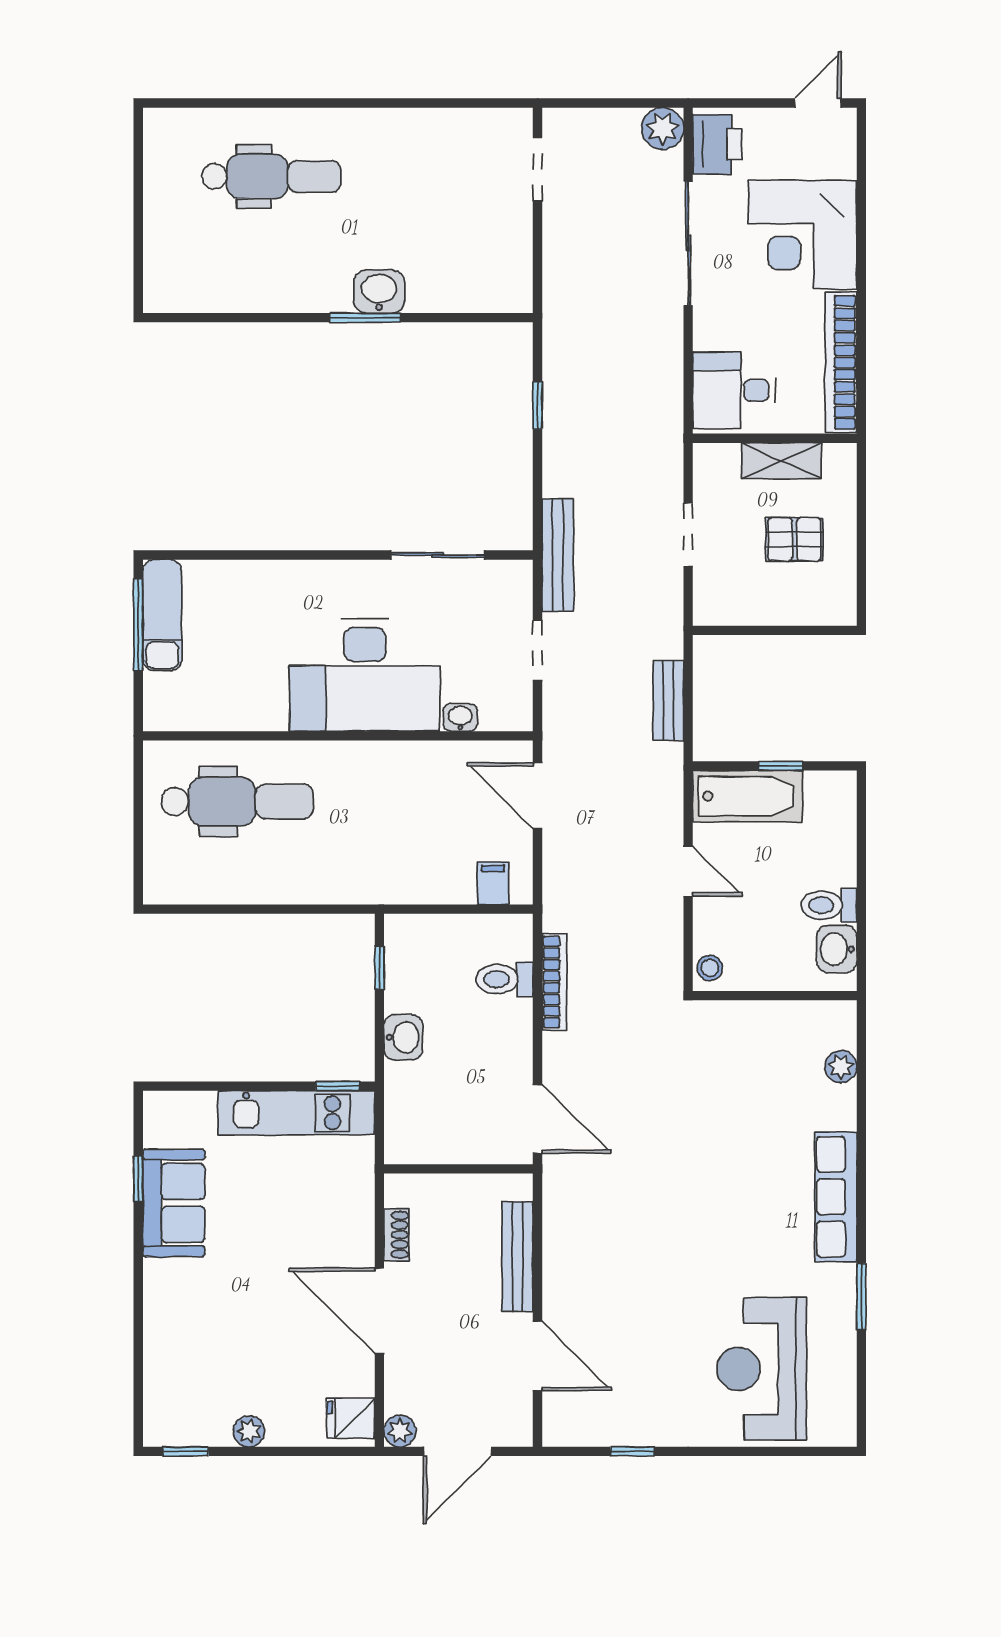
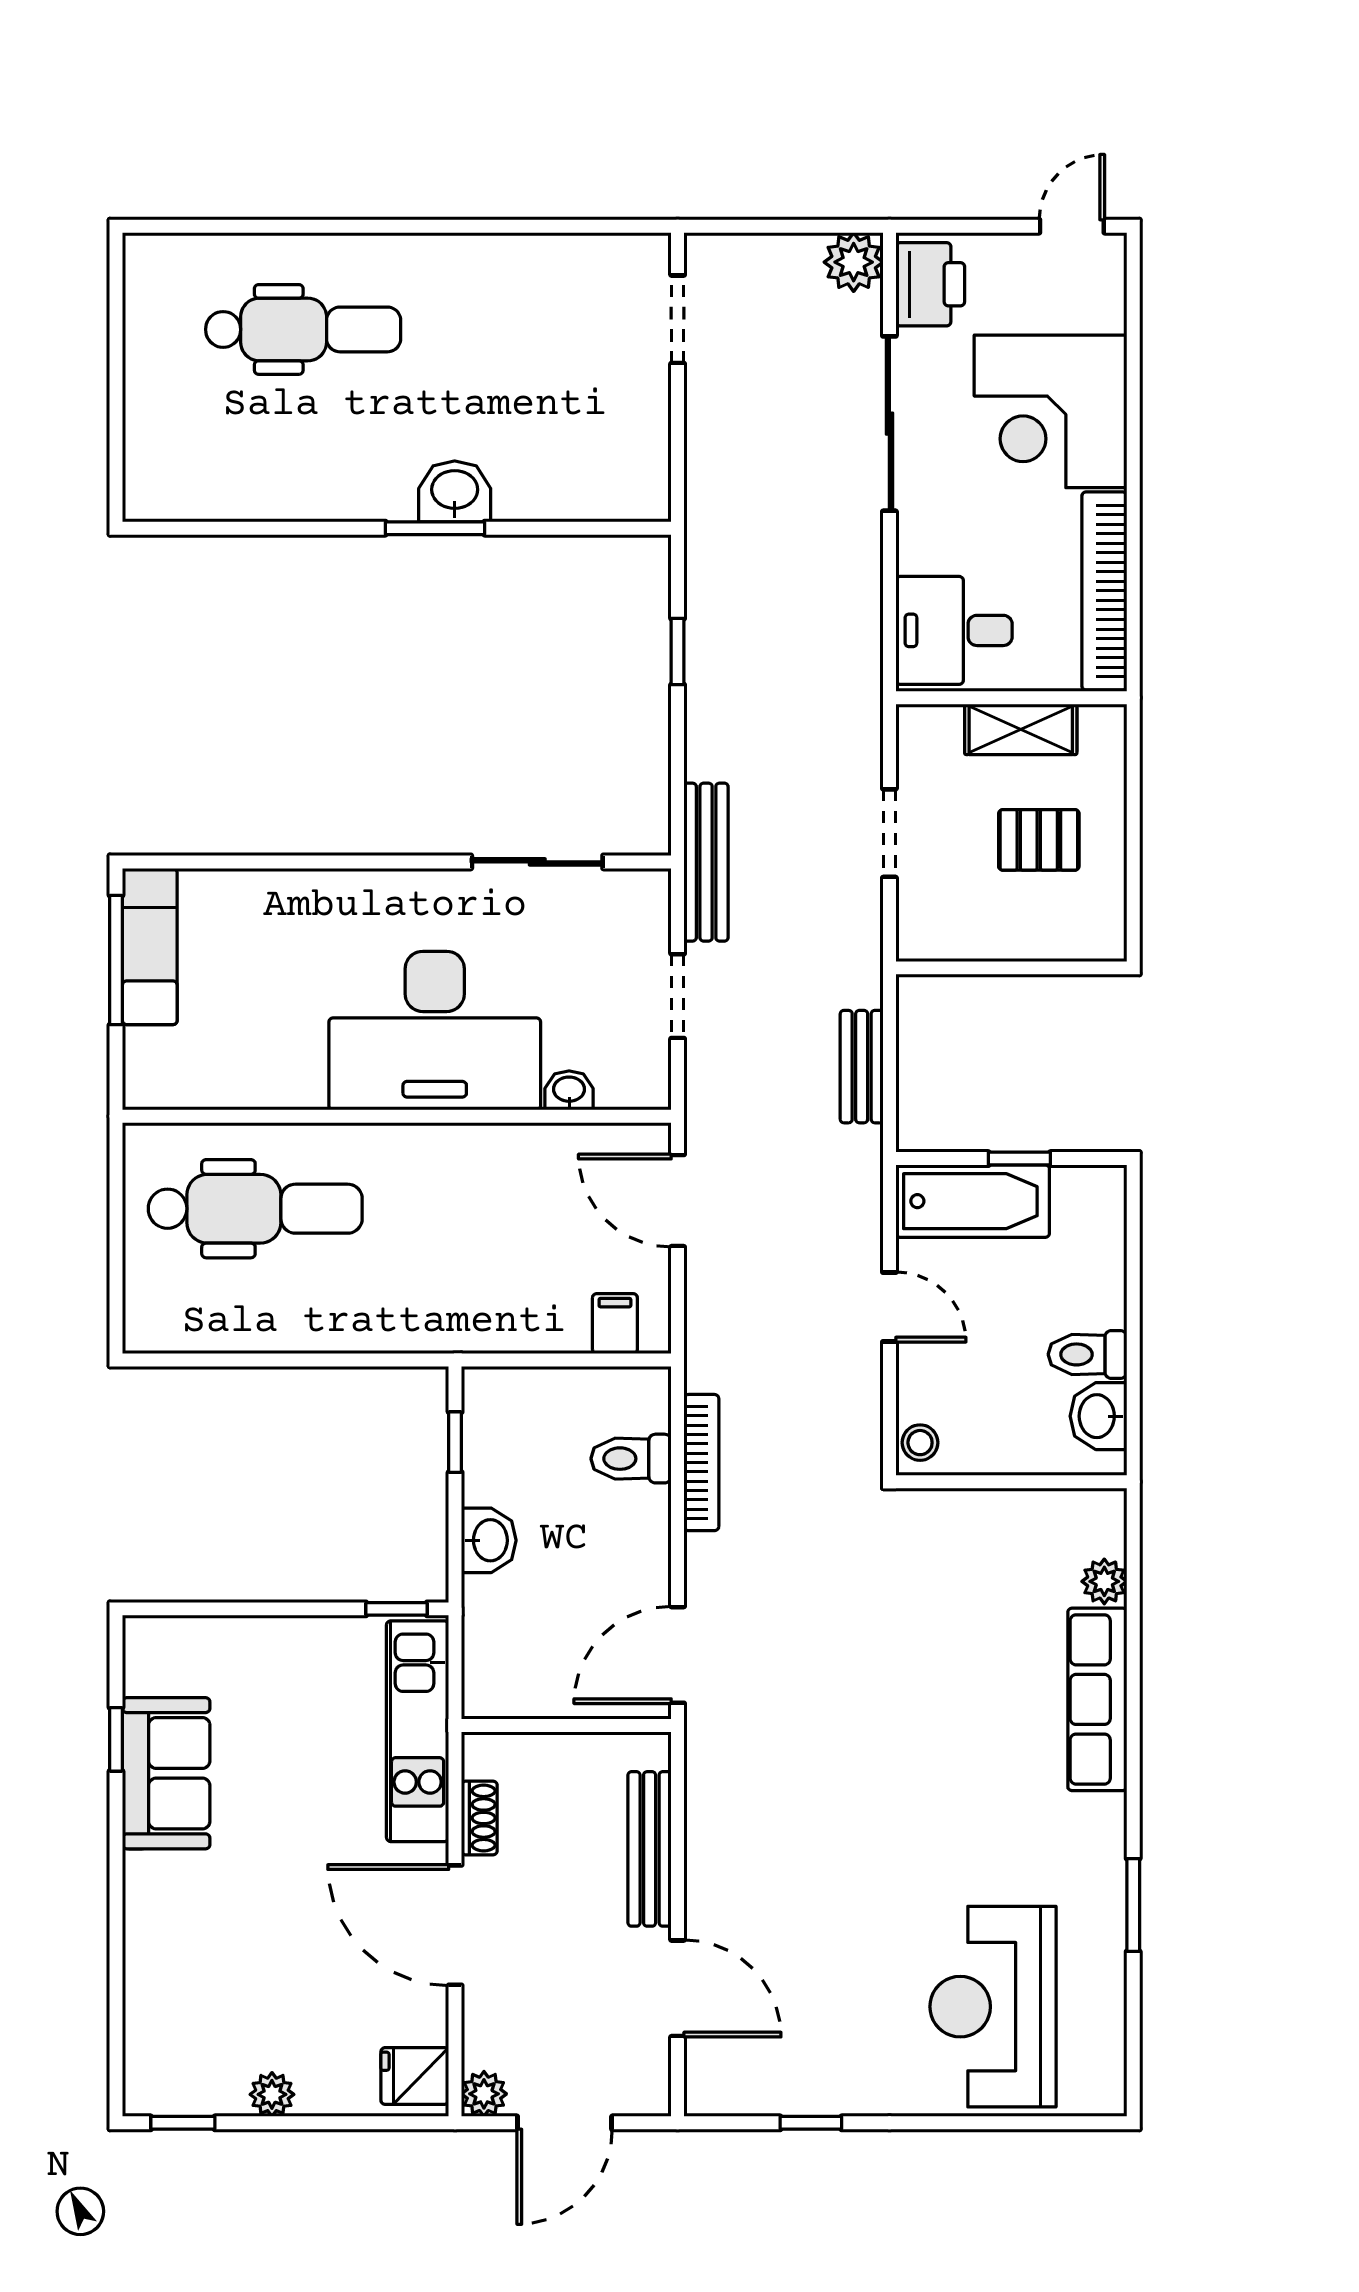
kitchen unit: (296, 1113) -> (418, 1731), moved, turned 90
door: (538, 1119) -> (678, 1655), swing flipped
row of seats: (836, 1197) -> (1097, 1699), moved

